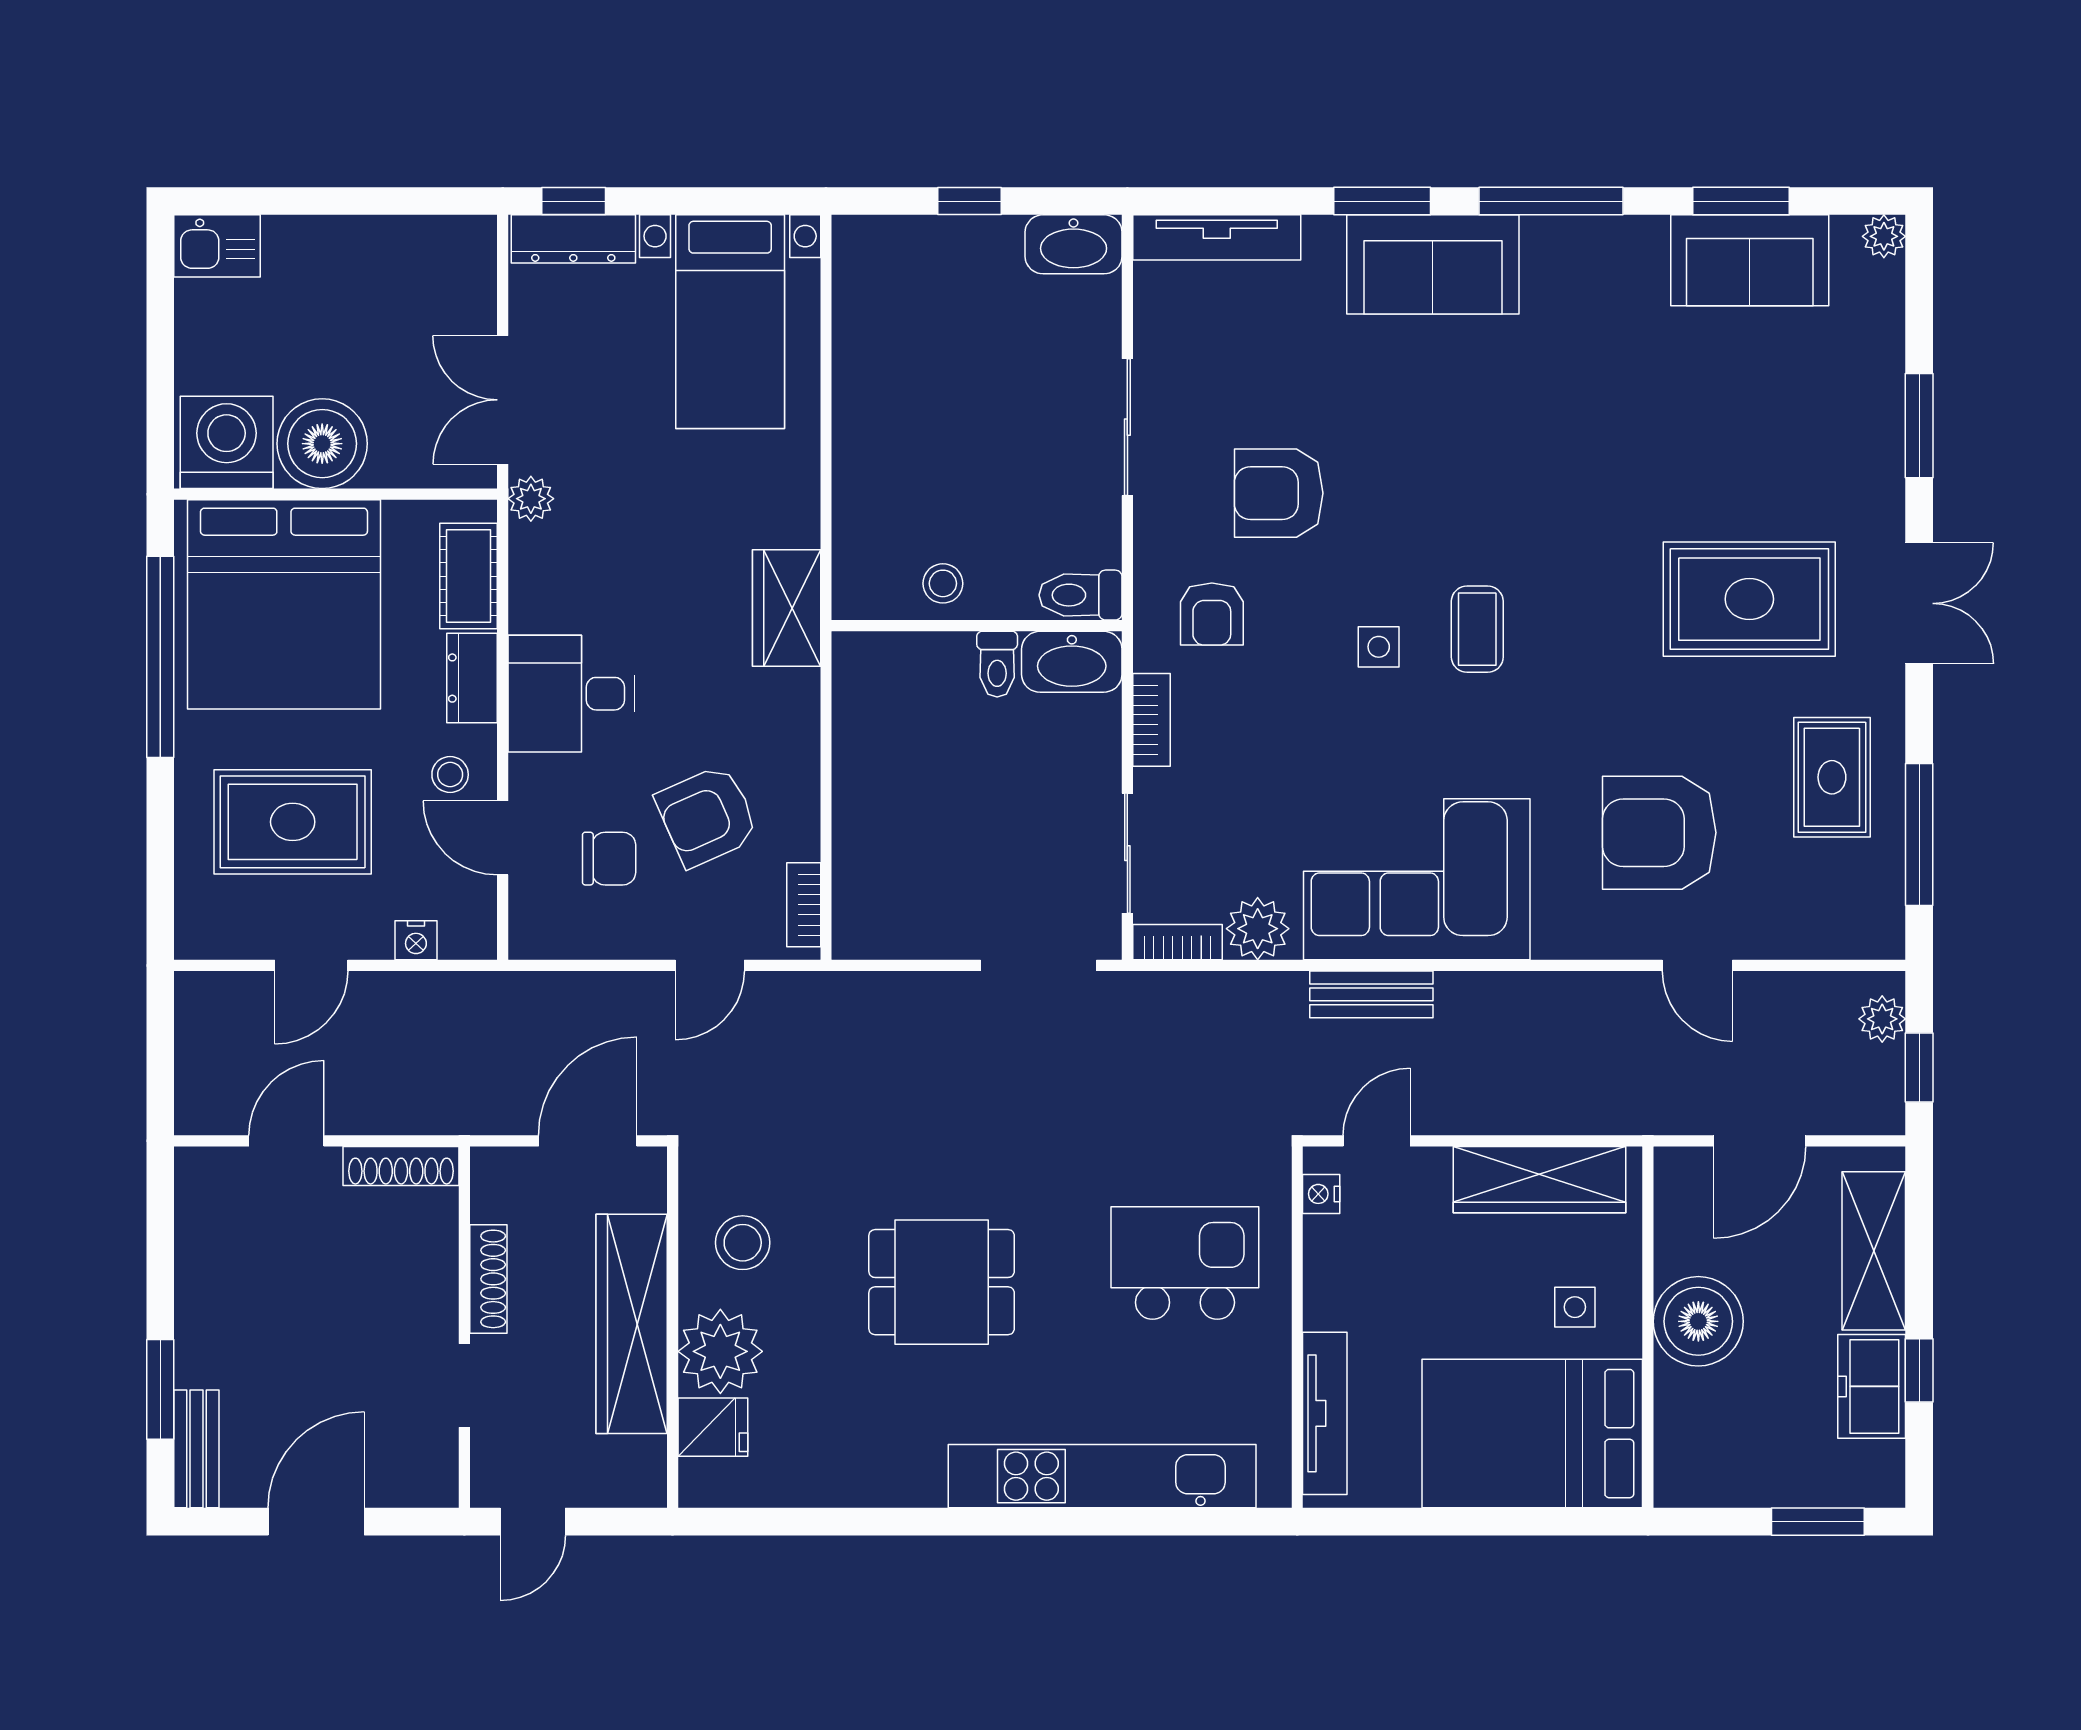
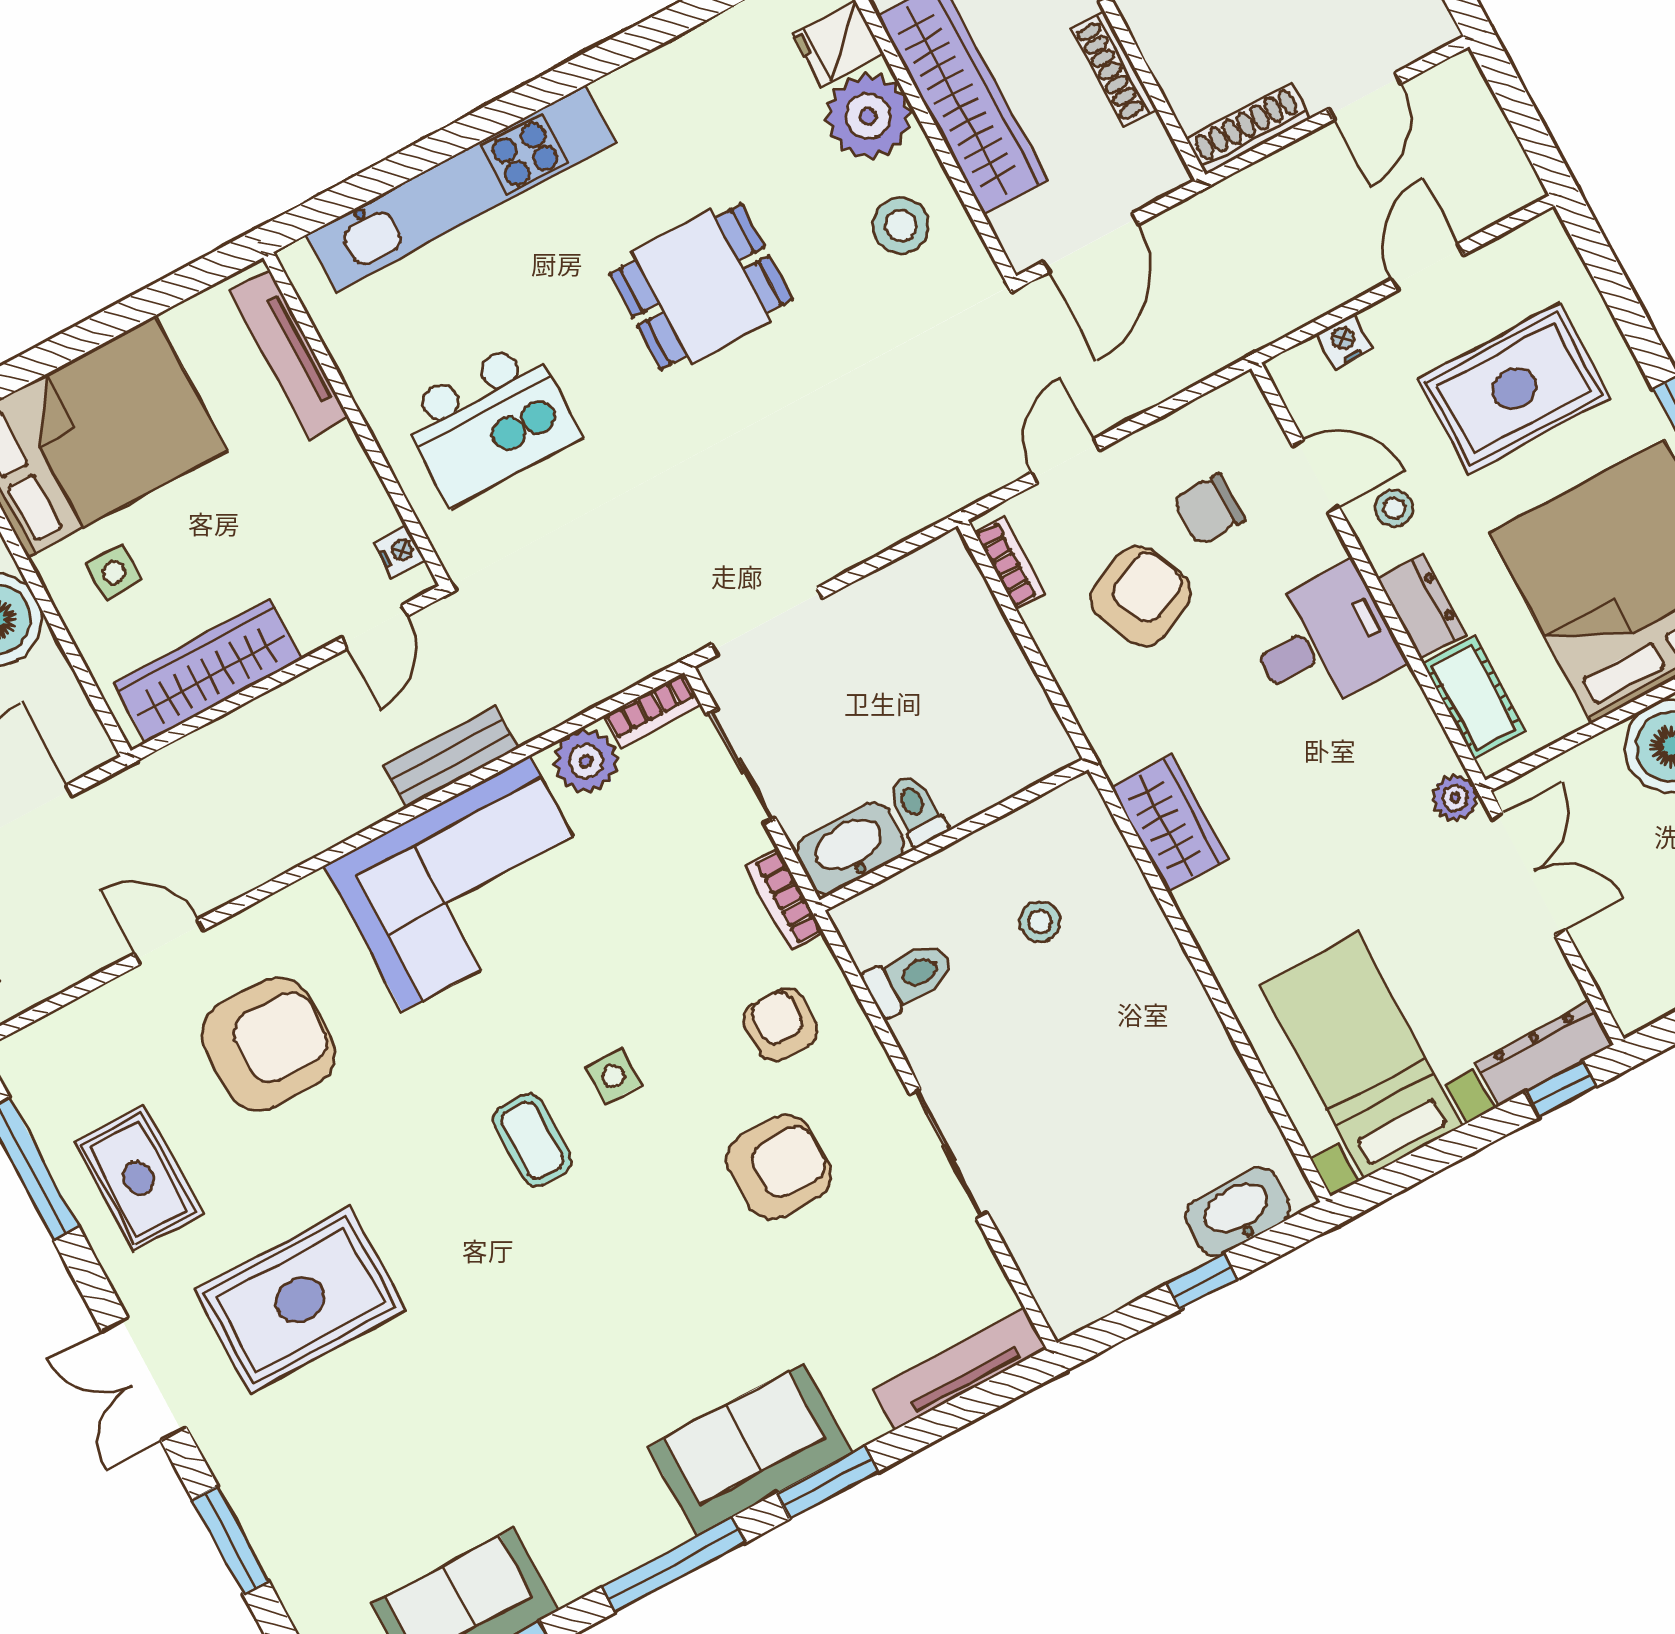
washbasin: (1074, 244) -> (1238, 1212), moved
wall: (977, 626) -> (954, 835), moved
washbasin: (1072, 662) -> (850, 848), moved
toilet: (997, 664) -> (917, 810), moved

